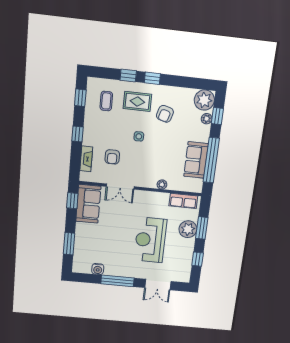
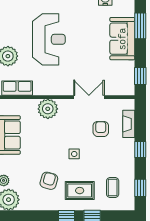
plant: (162, 184) -> (48, 109), width x1.88, depth x1.88
sofa: (88, 204) -> (122, 39), moved

